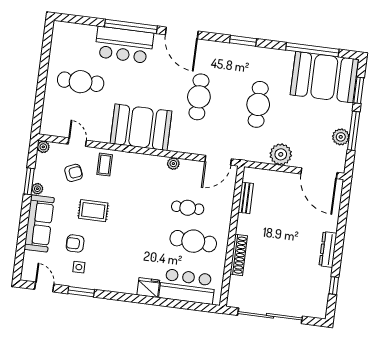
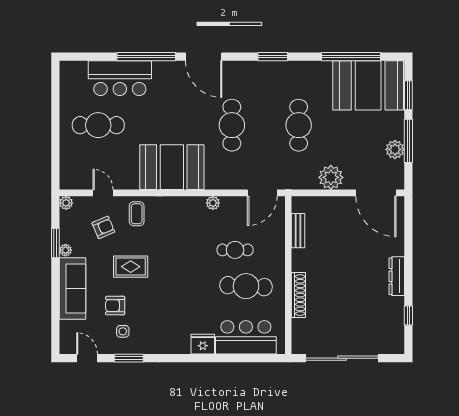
bar counter: (124, 45) -> (120, 78), moved

